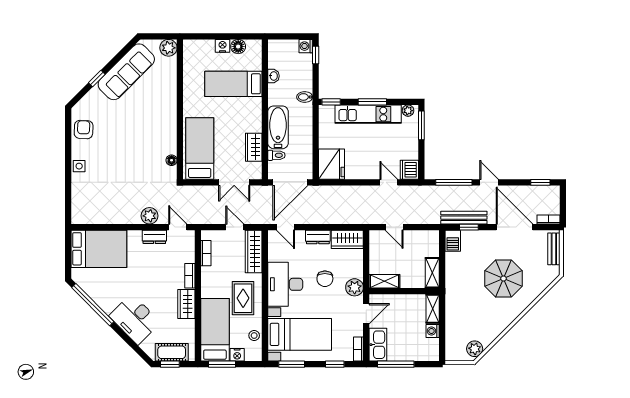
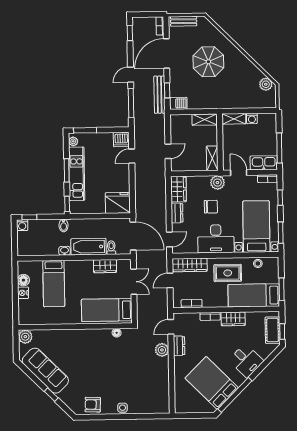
washbasin: (273, 76) -> (65, 251), moved
bed: (99, 249) -> (212, 383), moved, turned -45
desk: (135, 319) -> (246, 361), width x0.73
nightstand: (237, 355) -> (274, 277), removed

